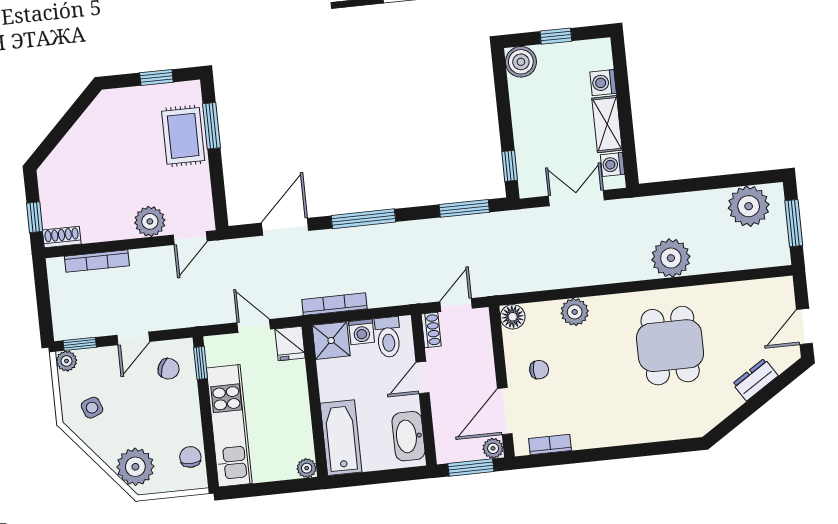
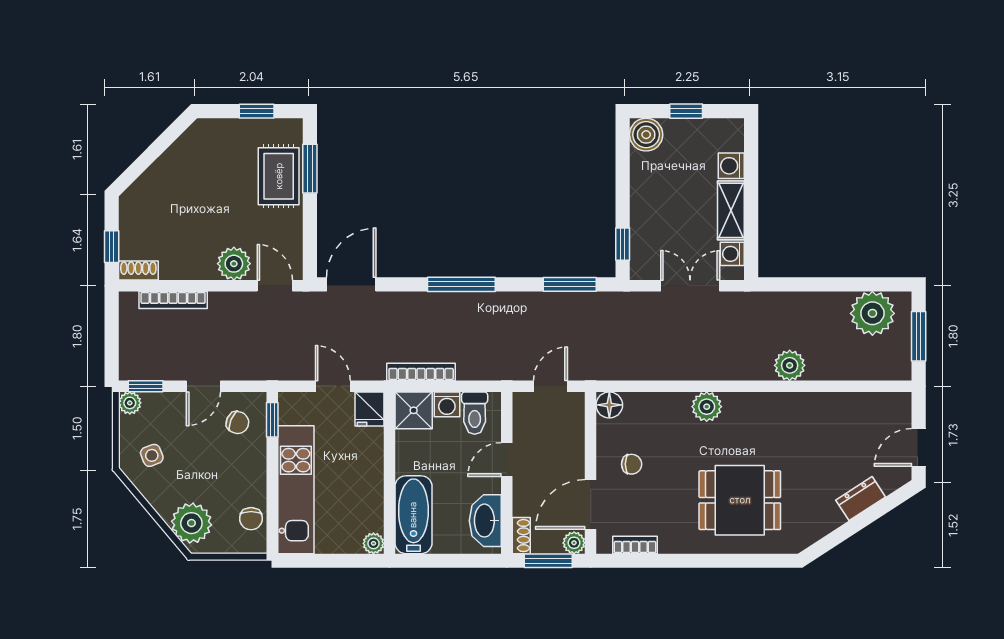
door: (285, 227) -> (351, 284), moved
door: (190, 238) -> (275, 286), swing flipped
plant: (671, 258) -> (790, 365), width x0.73, depth x0.73
plant: (575, 312) -> (707, 407), moved
shoe rack: (431, 330) -> (521, 536), moved
dining table: (670, 346) -> (740, 500), moved, turned 90
chair: (190, 457) -> (251, 519), turned 180

